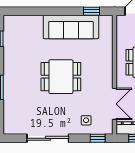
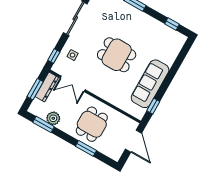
dining table: (61, 77) -> (117, 55), turned 90

